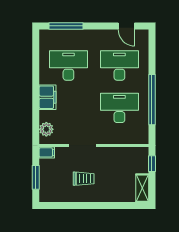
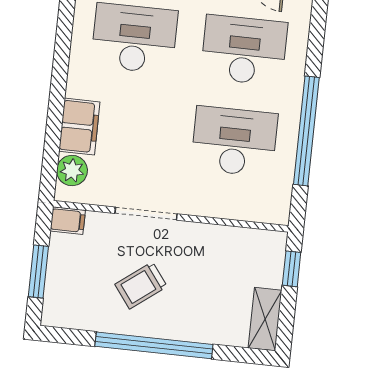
filing cabinet: (48, 97) -> (79, 127), moved
trolley: (84, 179) -> (141, 285), turned 143
window: (93, 206) -> (154, 345), added

